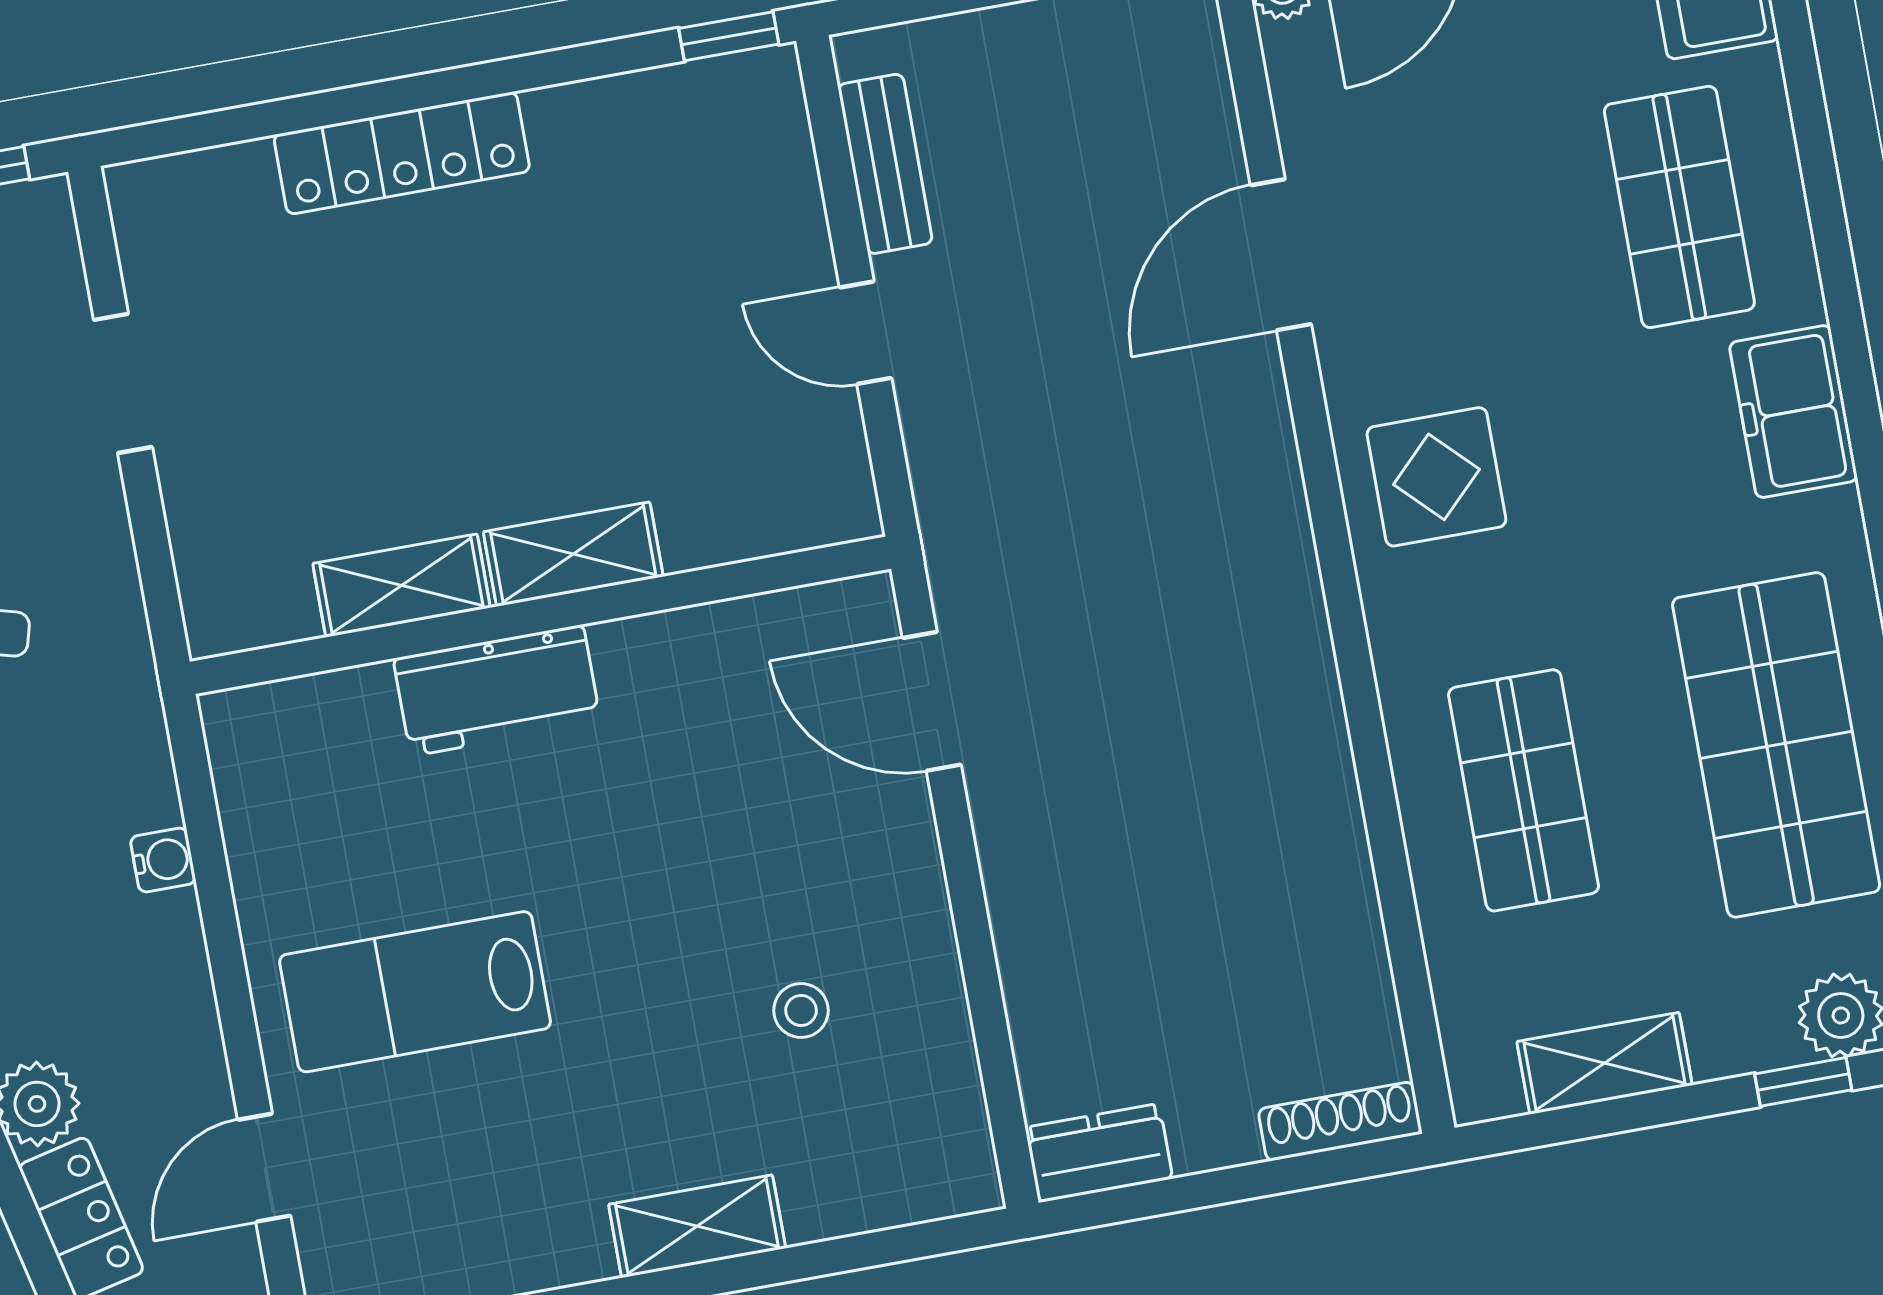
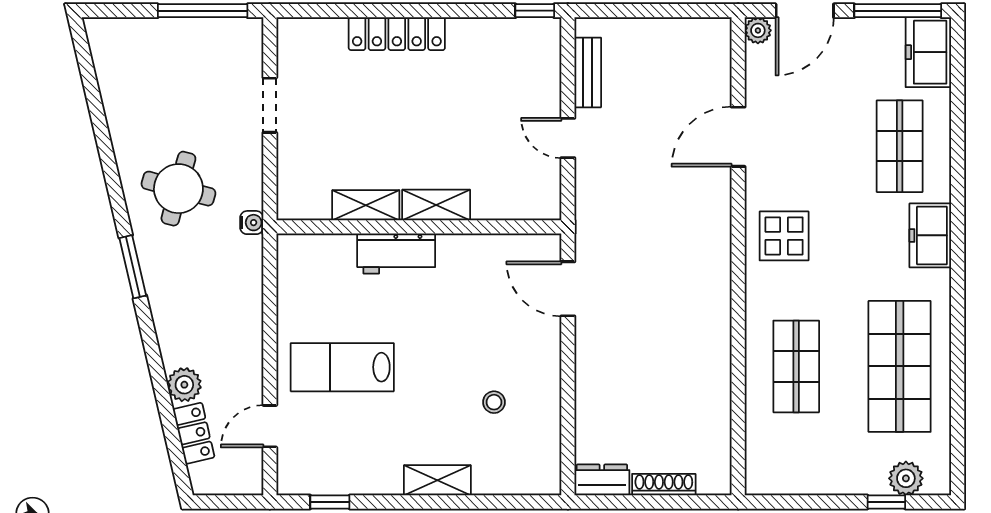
water cooler: (163, 860) -> (252, 223), moved
shelving: (1605, 1063) -> (809, 480), removed
shoe rack: (1340, 1121) -> (664, 485), moved

